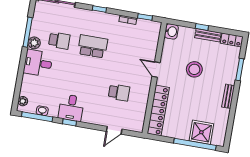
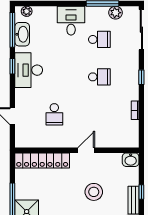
window: (145, 17) -> (141, 128), removed
school desk: (59, 41) -> (99, 39), turned -90
plant: (34, 43) -> (115, 13), moved
school desk: (93, 46) -> (99, 77), width x0.54
desk: (71, 108) -> (29, 70), width x1.37
washbasin: (42, 111) -> (22, 34), width x1.91, depth x1.45

